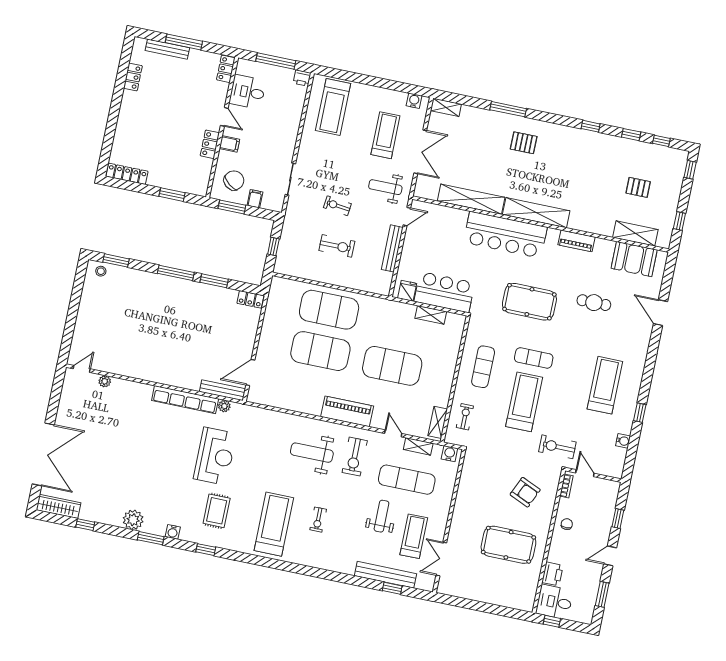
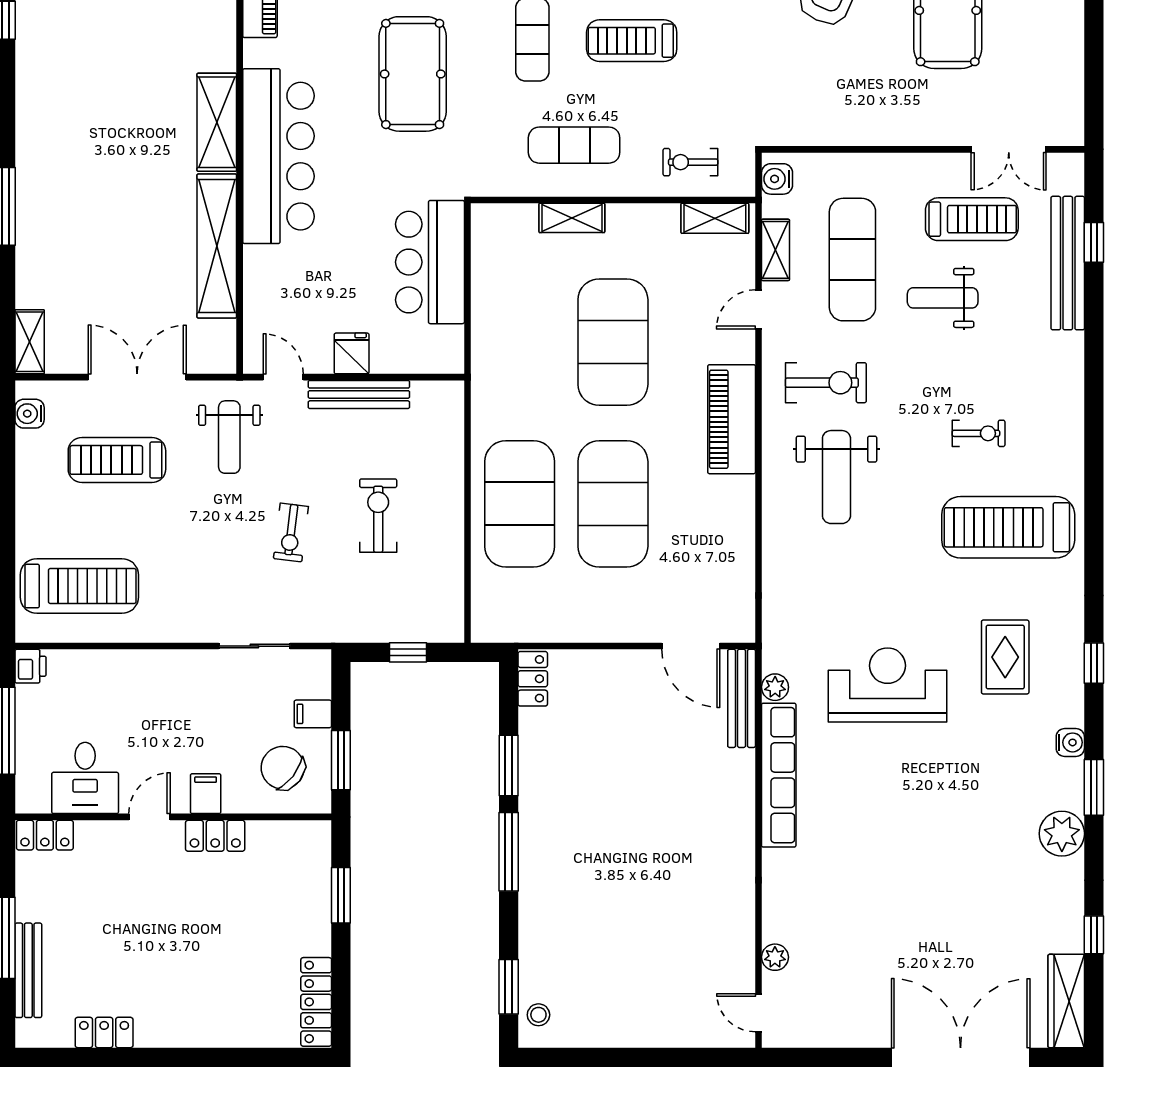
pallet: (524, 143) -> (71, 158), removed
shelving: (536, 213) -> (217, 122), width x0.68
fridge: (407, 291) -> (352, 353), moved, turned 90
shelving: (431, 315) -> (572, 218), moved, turned 90
treadmill: (524, 402) -> (632, 41), width x0.73, depth x0.73
rug: (217, 511) -> (1005, 657), turned 90
treadmill: (414, 536) -> (972, 219), turned 180

